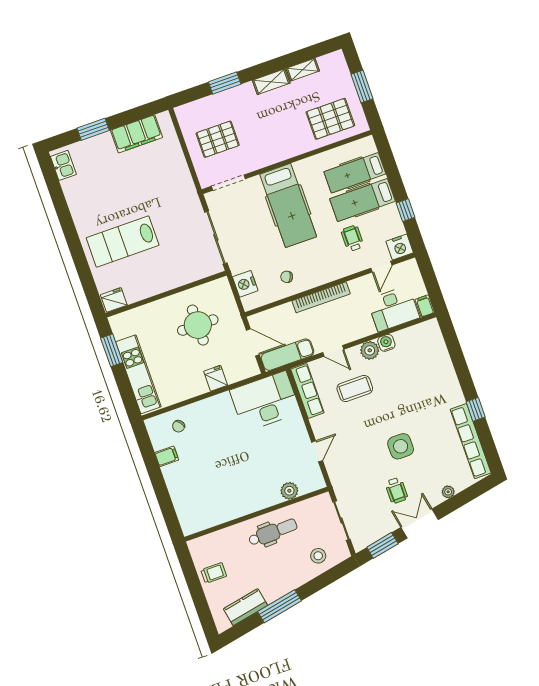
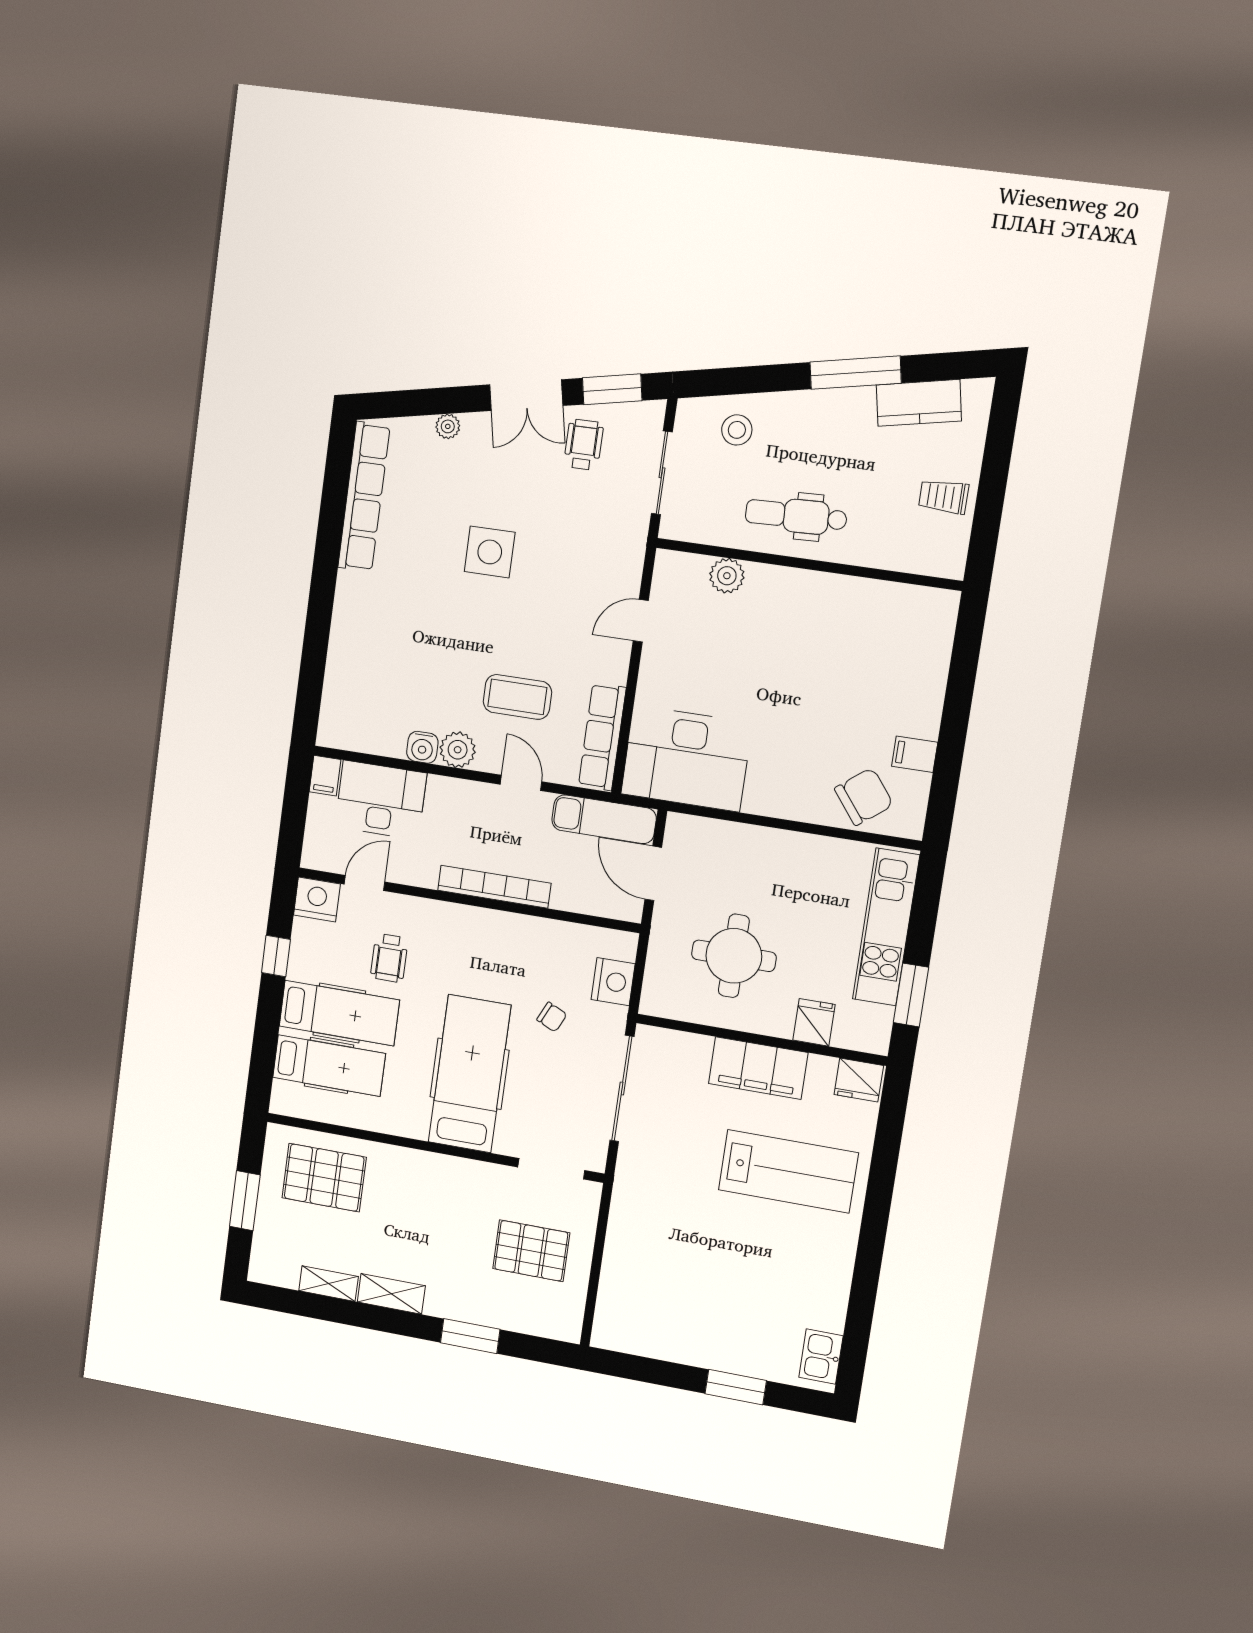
filing cabinet: (137, 134) -> (758, 1068), moved, turned 180
chair: (287, 277) -> (552, 1017), moved
fridge: (216, 378) -> (814, 1022), moved, turned 180
window: (476, 409) -> (328, 549), removed
chair: (179, 426) -> (864, 797), width x1.87, depth x1.87
wheelchair: (396, 490) -> (584, 445), moved

